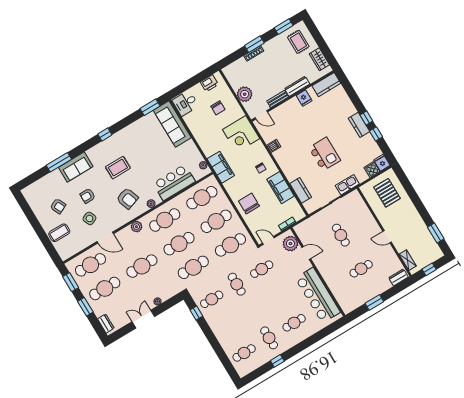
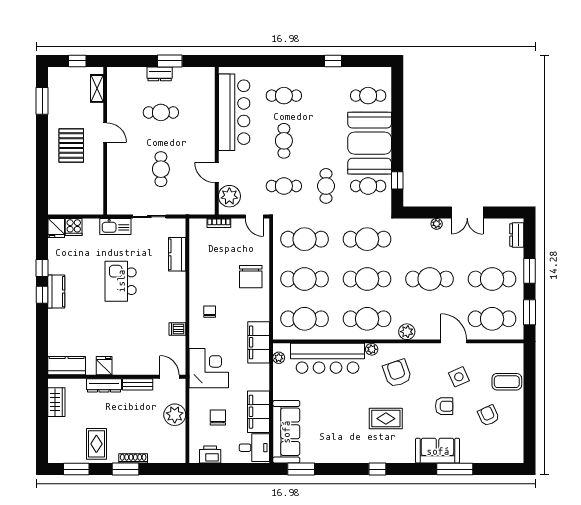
rug: (298, 42) -> (96, 444), moved
bar counter: (174, 182) -> (328, 358), width x1.36
filing cabinet: (281, 188) -> (259, 412), moved, turned 180
pallet: (387, 193) -> (71, 145), moved
dresser: (398, 277) -> (160, 74), moved
booth: (226, 325) -> (370, 143), added
cafe table: (269, 338) -> (284, 141), moved

